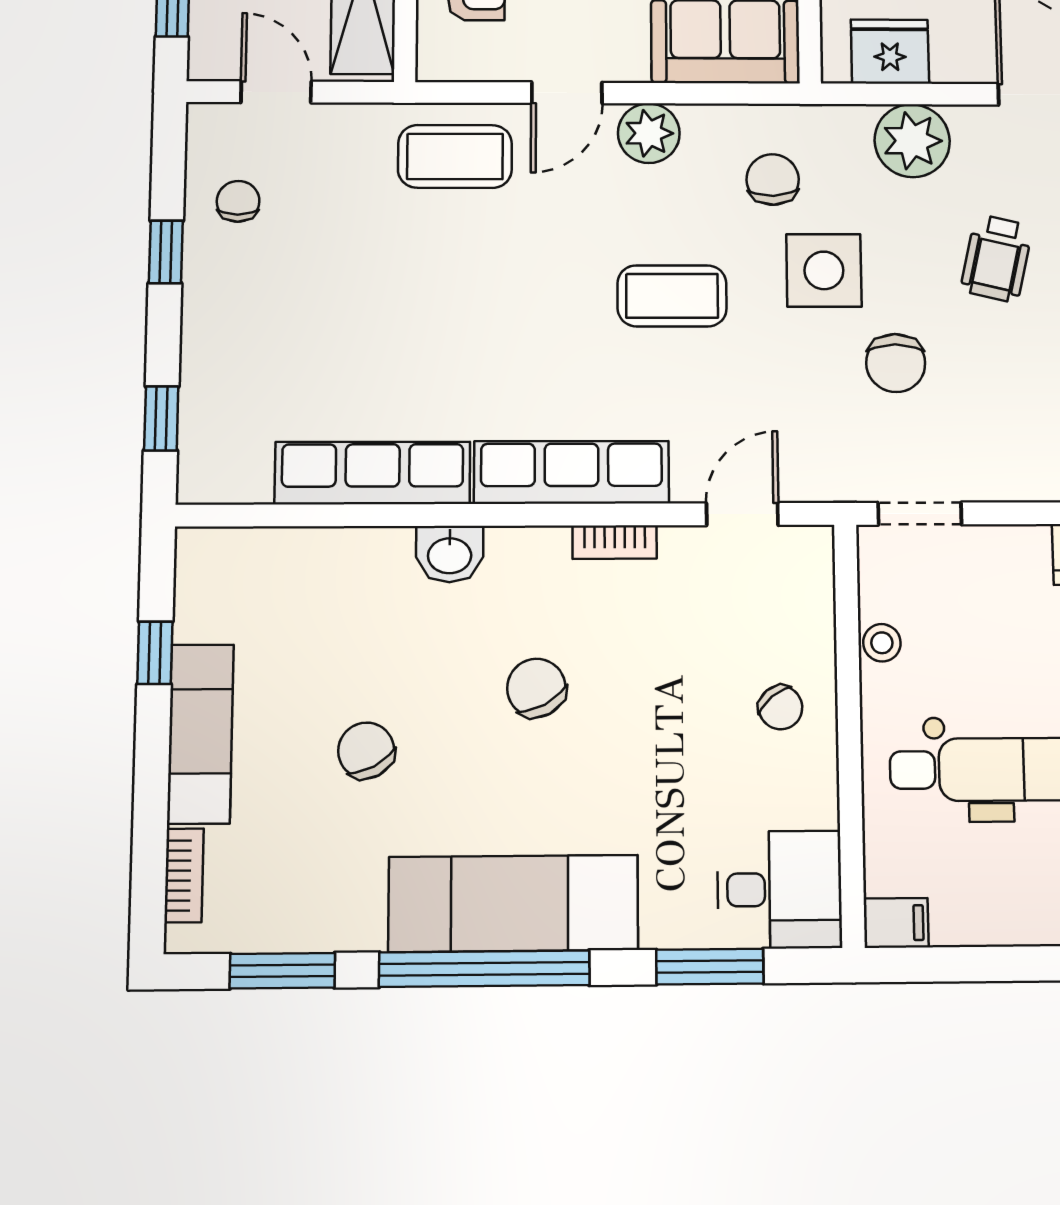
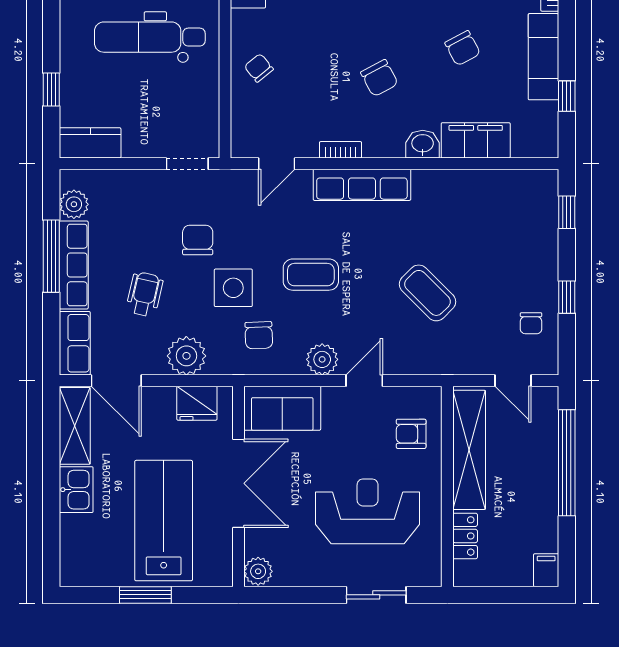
coffee table: (455, 156) -> (428, 293), moved, turned 45
row of seats: (373, 473) -> (461, 185), removed
filing cabinet: (342, 562) -> (476, 140), added
stool: (882, 643) -> (208, 99), removed

